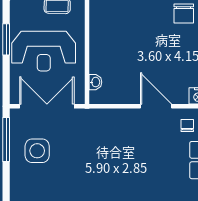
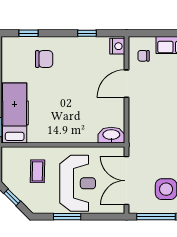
washbasin: (95, 82) -> (111, 135), width x1.91, depth x1.45

